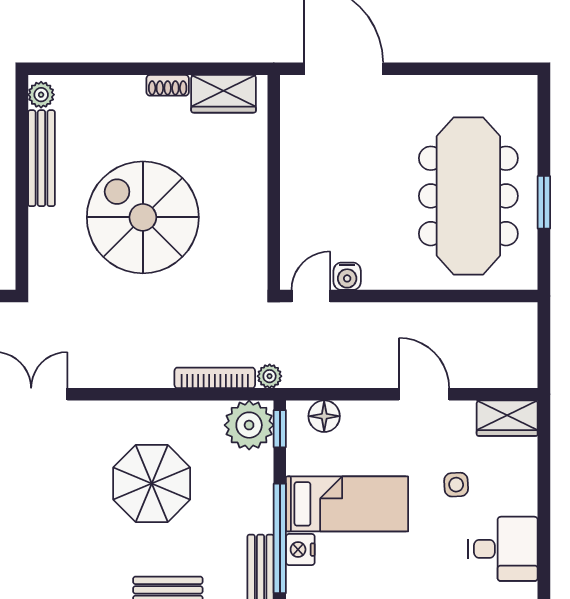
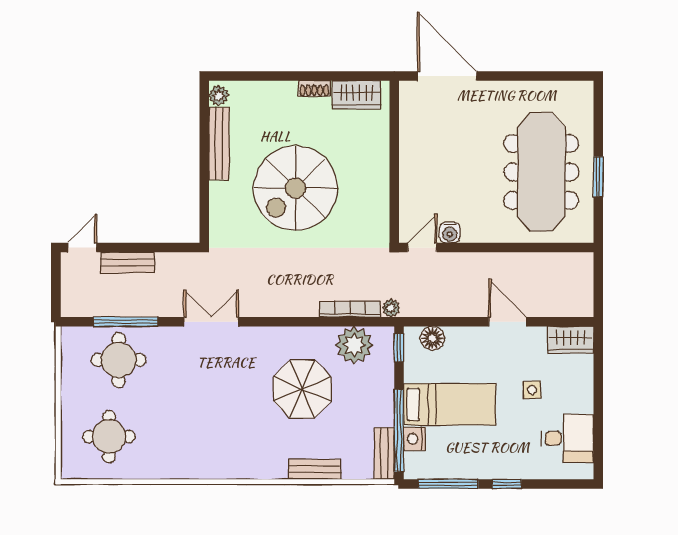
spiral stairs: (143, 217) -> (295, 188), turned -90
plant: (249, 425) -> (354, 345), moved

